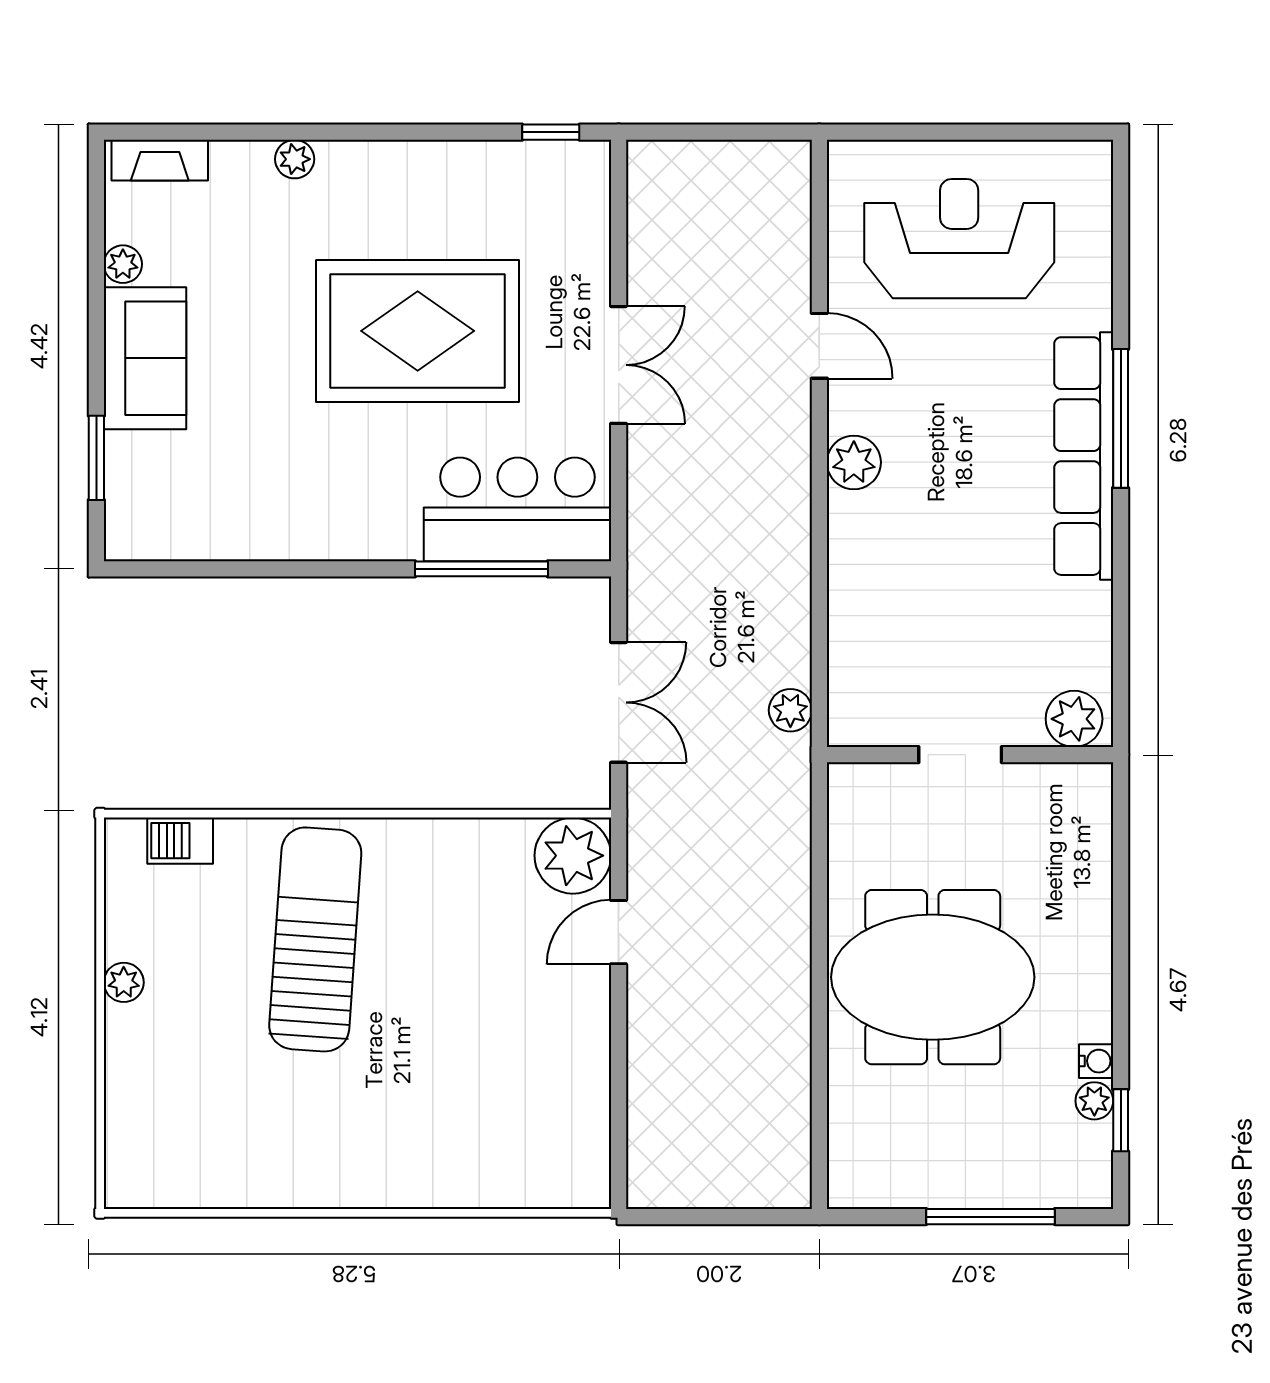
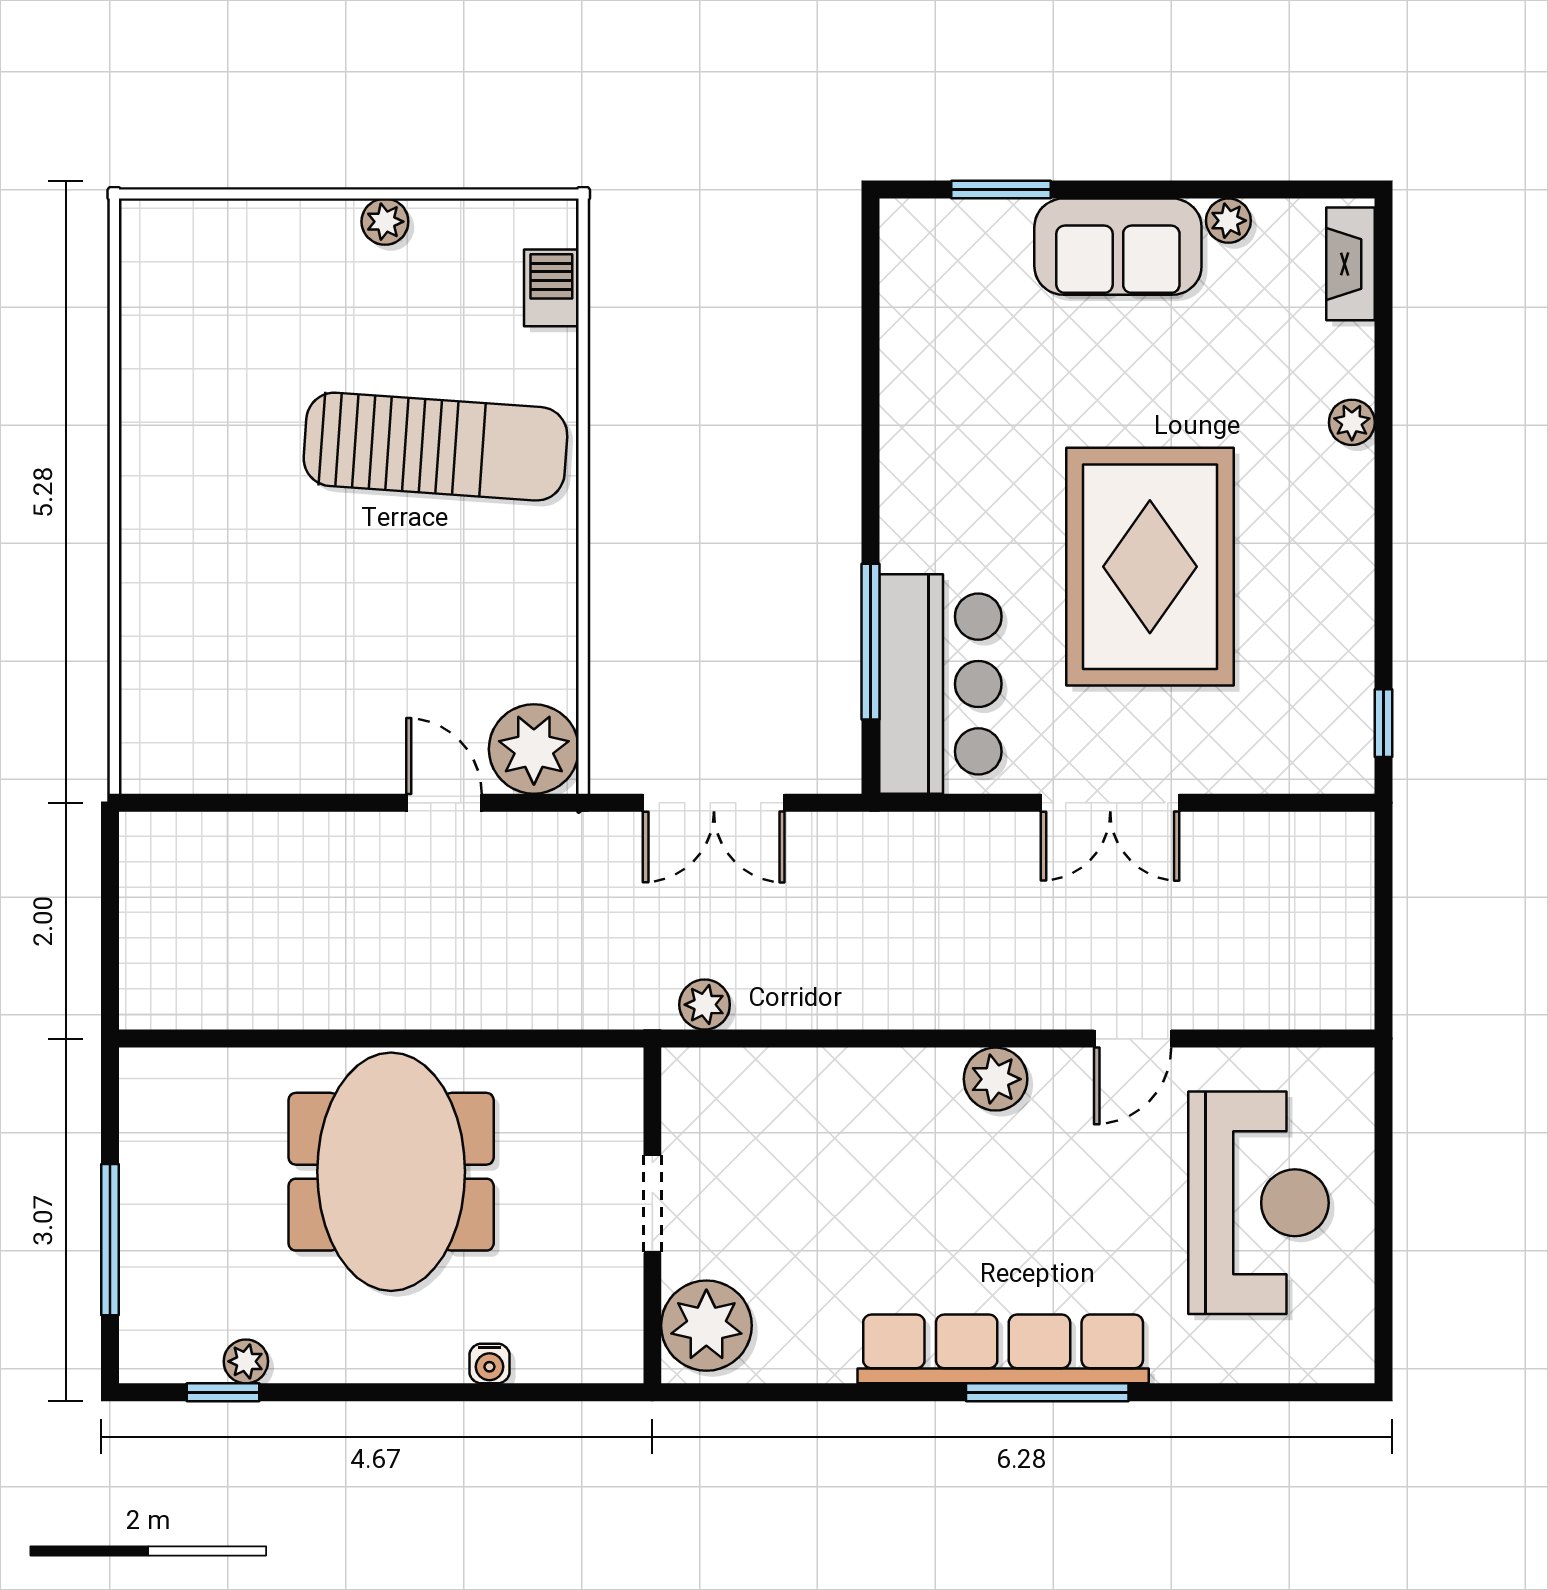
plant: (1074, 719) -> (706, 1326), width x1.36, depth x1.36
water cooler: (1096, 1061) -> (489, 1364), moved

